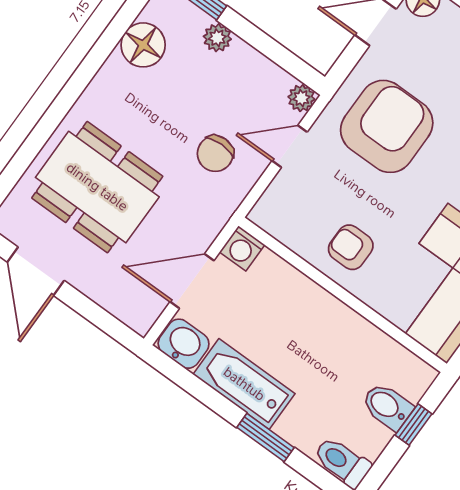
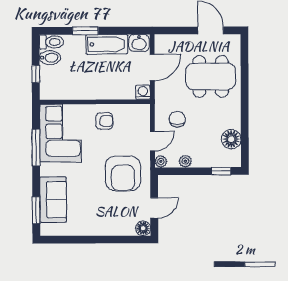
plant: (217, 38) -> (185, 161), moved
bidet: (387, 406) -> (50, 58), moved

